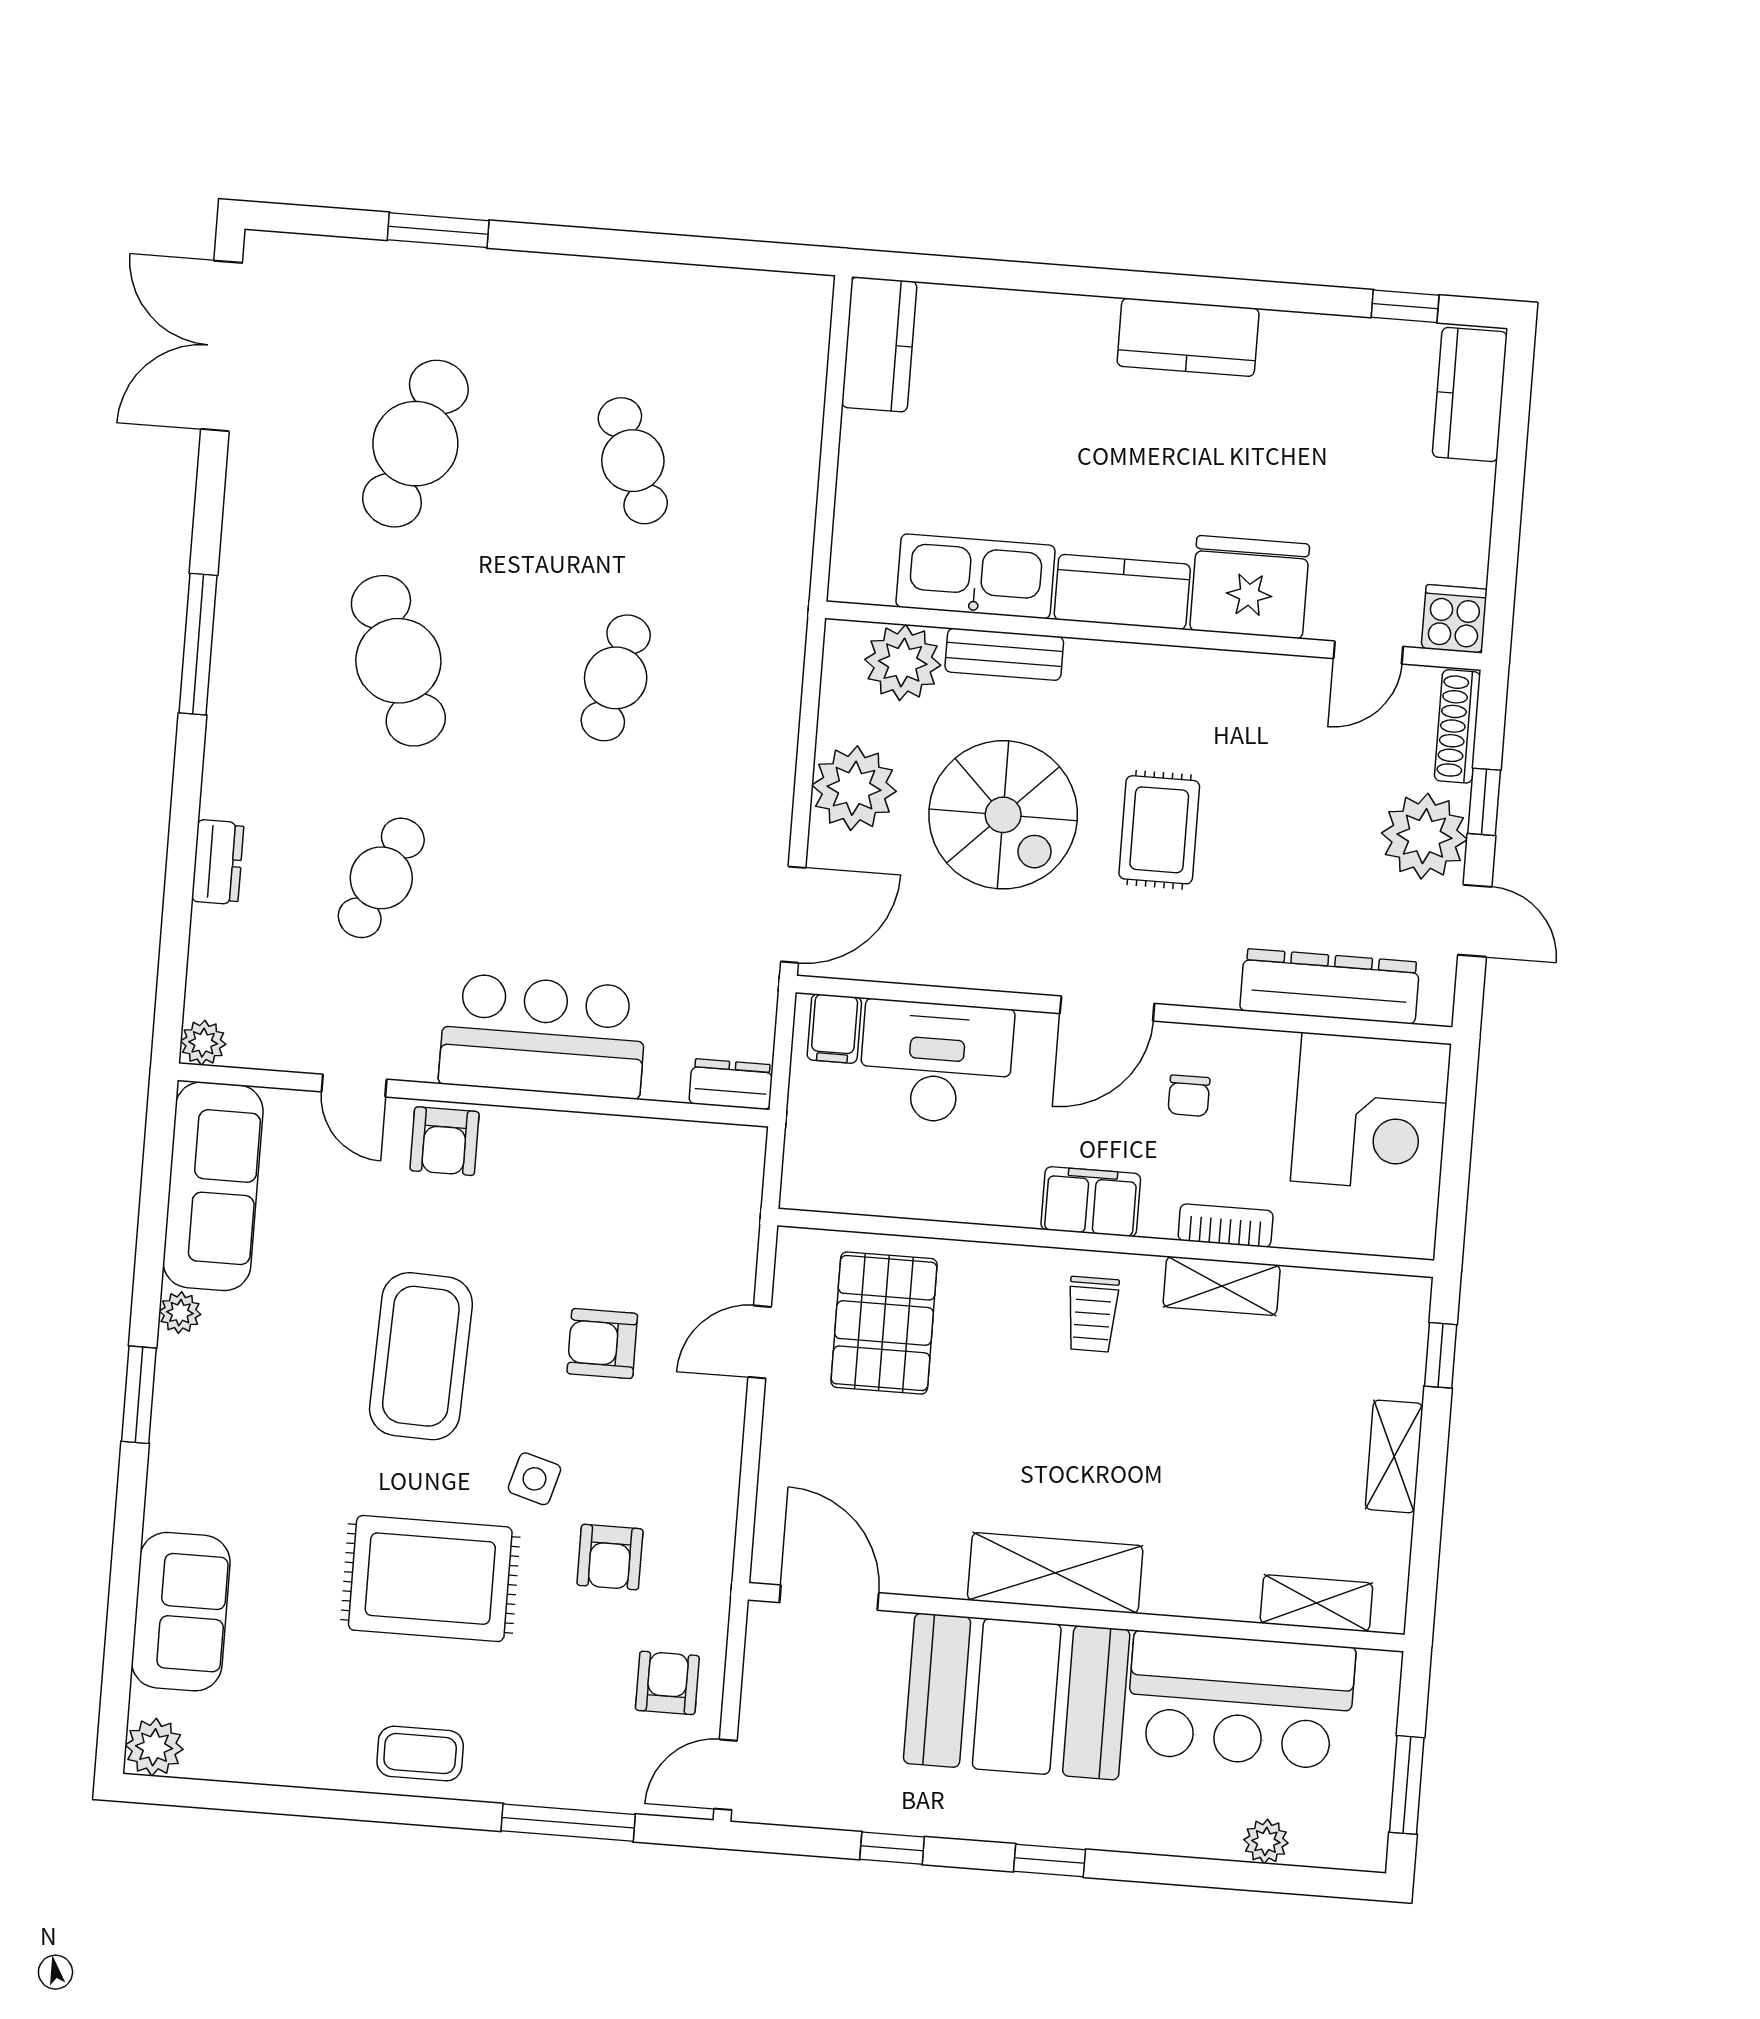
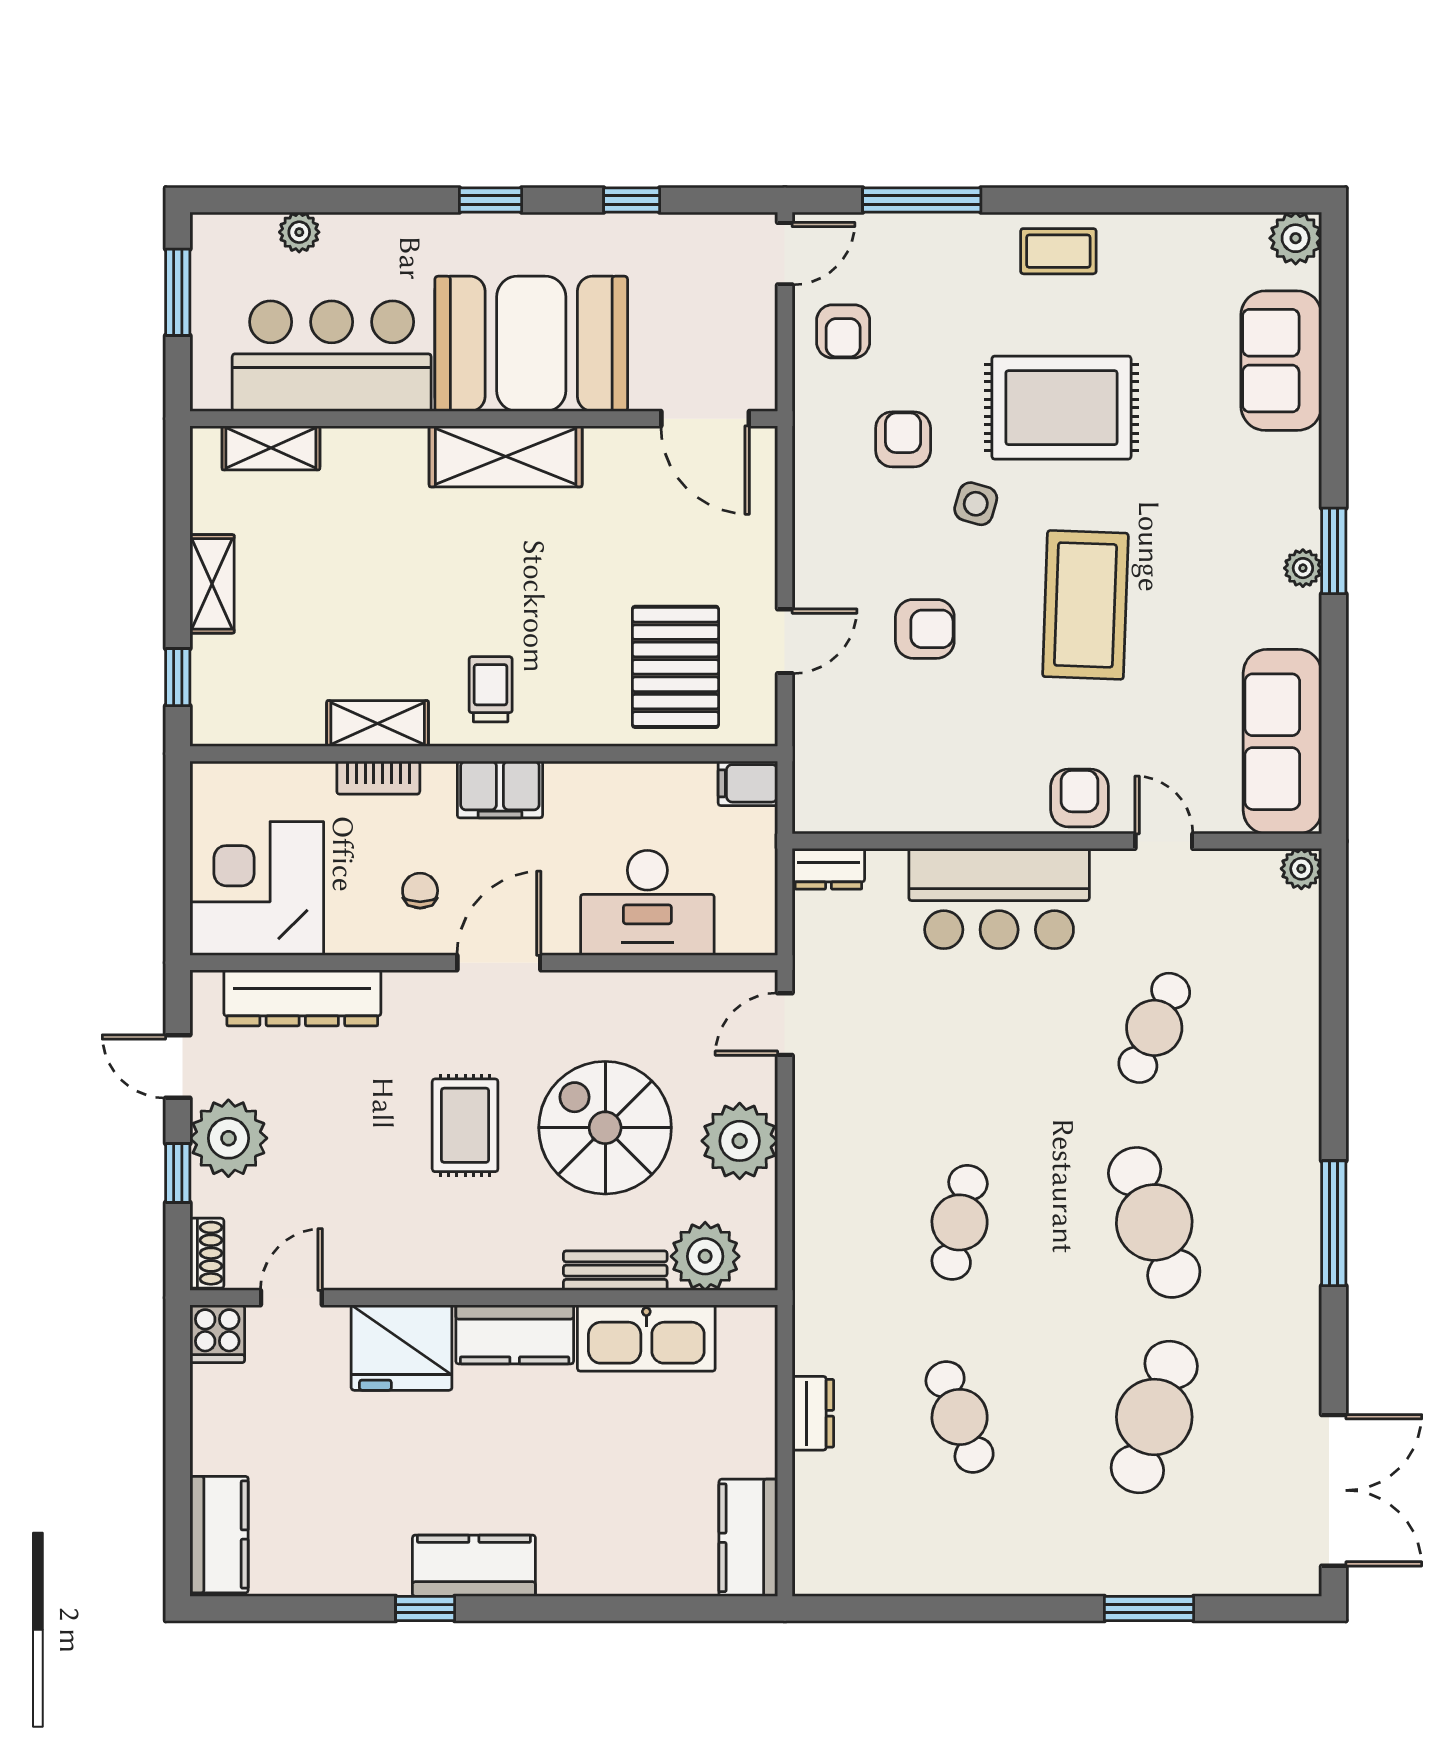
window: (1405, 306) -> (425, 1609), moved
shoe rack: (1457, 726) -> (207, 1253), width x0.70
dresser: (218, 862) -> (813, 1413), moved, turned 180
door: (793, 915) -> (785, 1024), width x0.73
filing cabinet: (834, 1029) -> (748, 783), moved, turned -90
plant: (180, 1313) -> (1303, 568), moved

